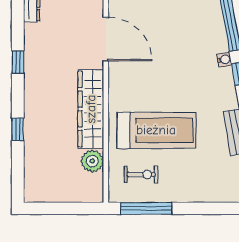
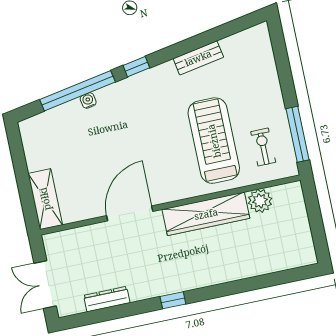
water cooler: (224, 59) -> (88, 101), moved
window: (18, 129) -> (243, 285), removed

